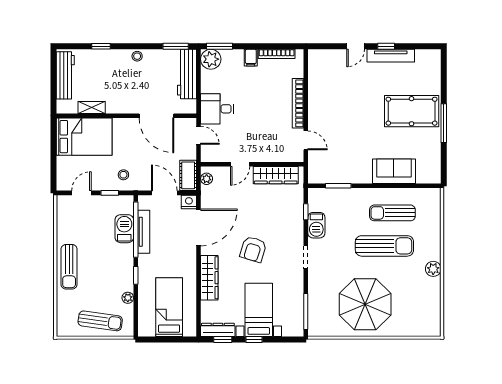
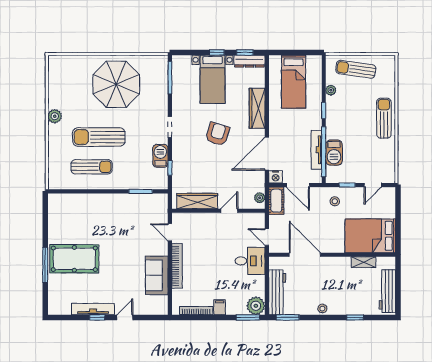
window: (444, 123) -> (45, 265), moved
sofa: (394, 171) -> (157, 275), moved, turned 90

